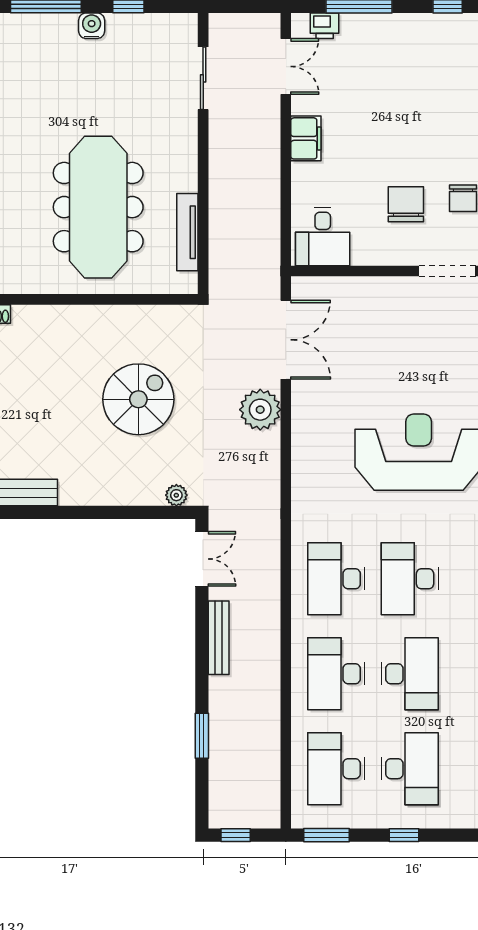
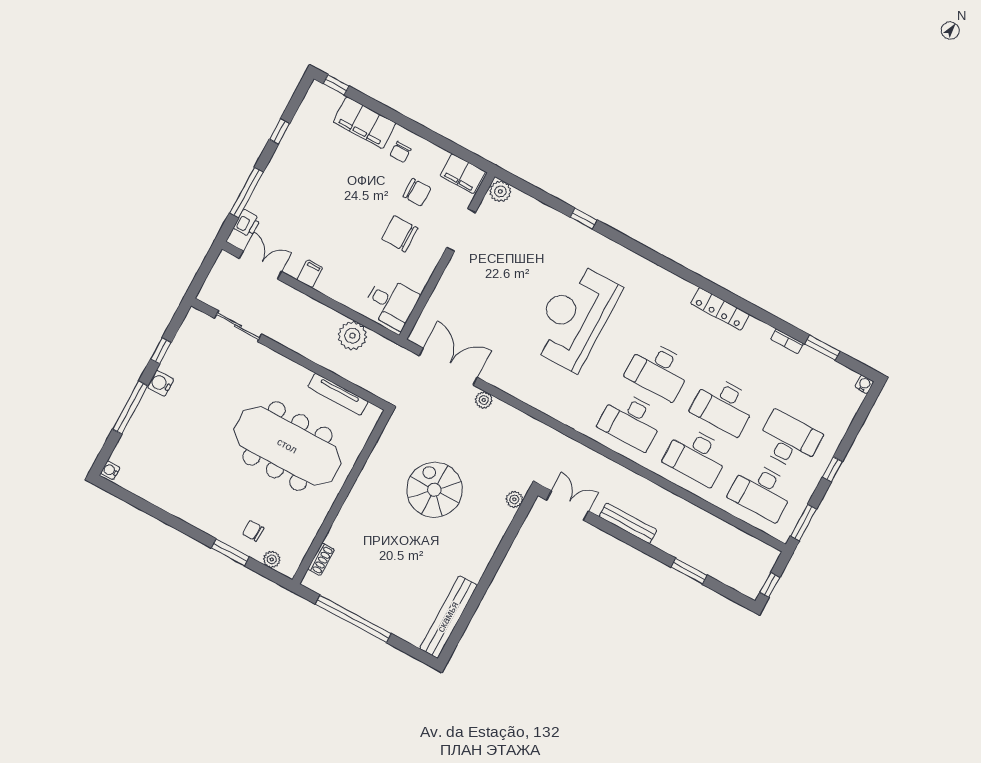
filing cabinet: (306, 138) -> (310, 274), width x0.50
plant: (262, 213) -> (352, 336), added
plant: (260, 410) -> (484, 400), width x0.53, depth x0.53
desk: (410, 674) -> (724, 405), turned 180

